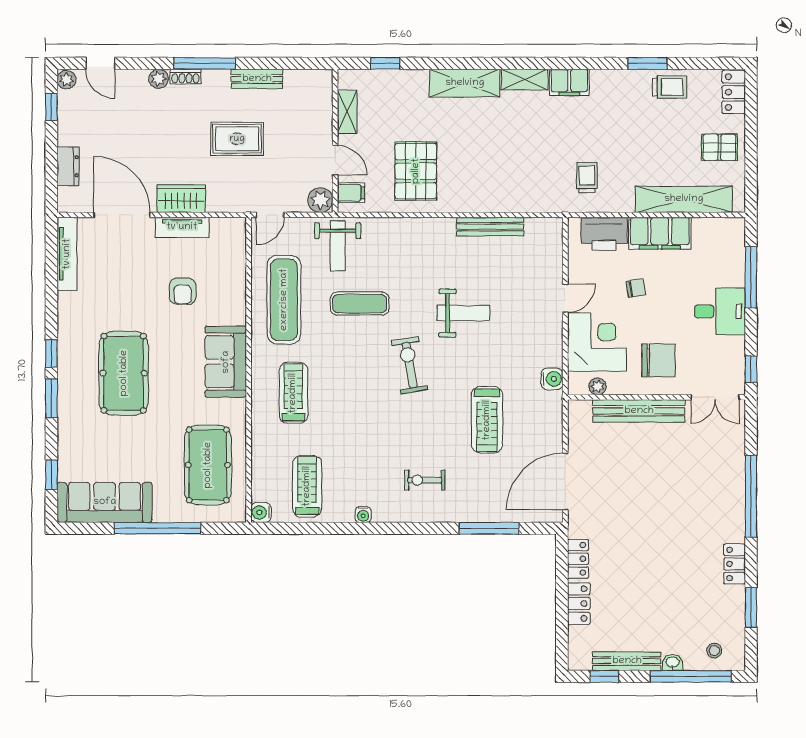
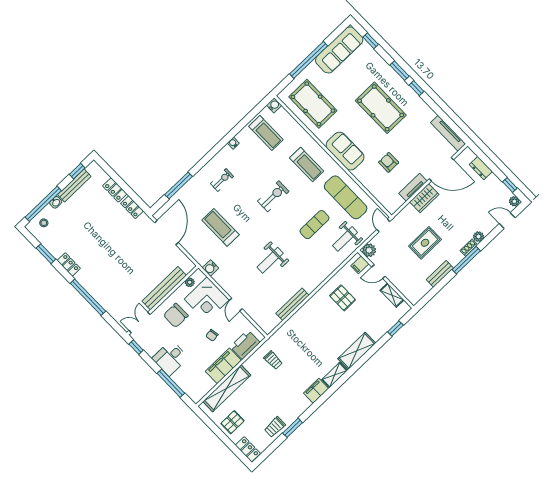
pallet: (416, 171) -> (343, 298), width x0.67, depth x0.71
weight bench: (338, 246) -> (345, 239), turned -90
exercise bike: (410, 365) -> (273, 196), moved, turned -80

